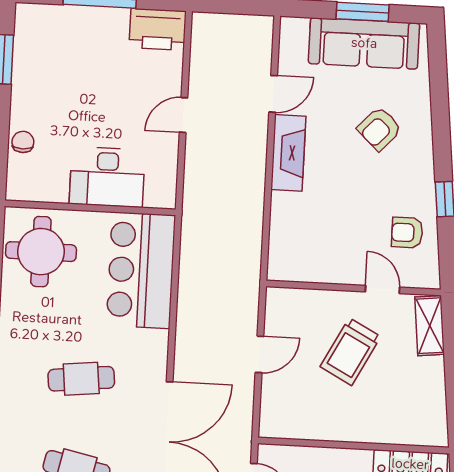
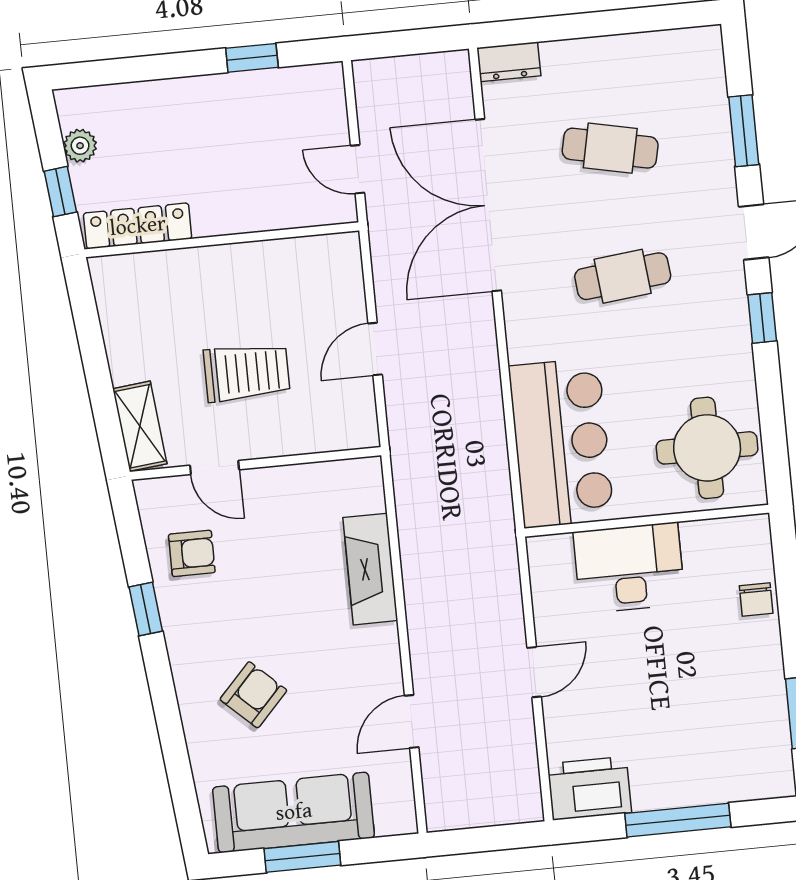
fireplace: (288, 153) -> (370, 569), moved
trolley: (350, 352) -> (247, 372), turned 62

